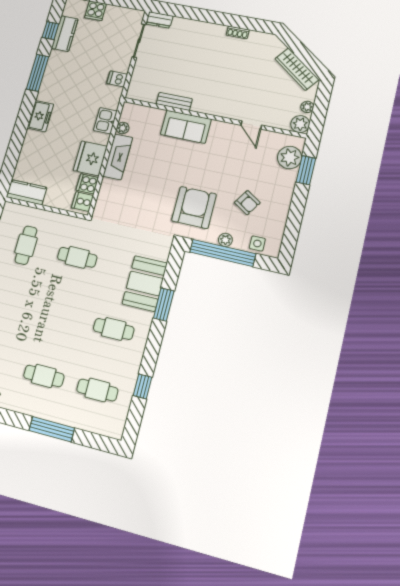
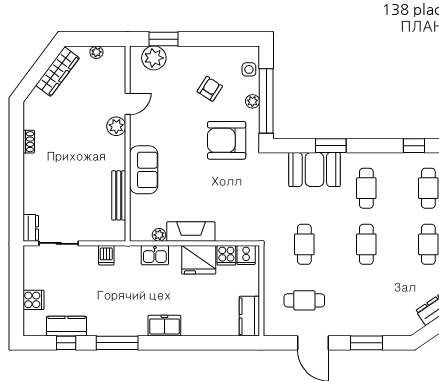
bench: (174, 101) -> (119, 195), width x1.36
plant: (300, 124) -> (116, 126), moved
cafe table: (61, 316) -> (366, 244), added

